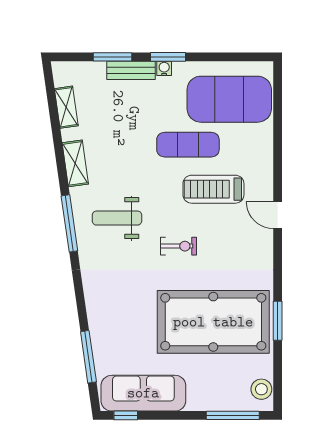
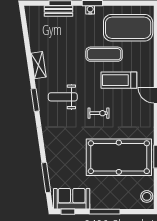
bench: (131, 70) -> (59, 11), moved
shelving: (66, 107) -> (33, 32), removed
window: (69, 223) -> (35, 100), width x0.69
sofa: (143, 393) -> (72, 199), width x0.73
window: (233, 415) -> (105, 212), moved

